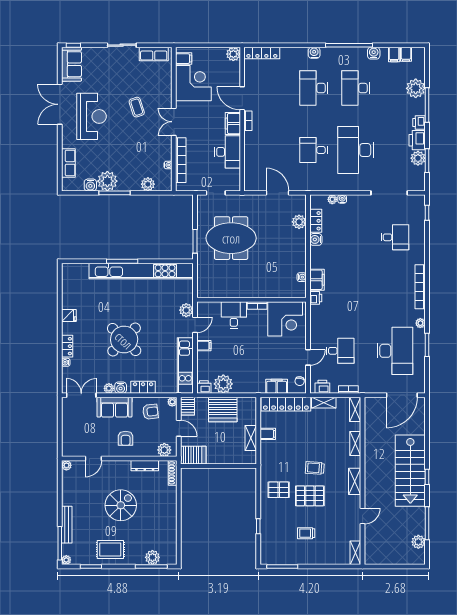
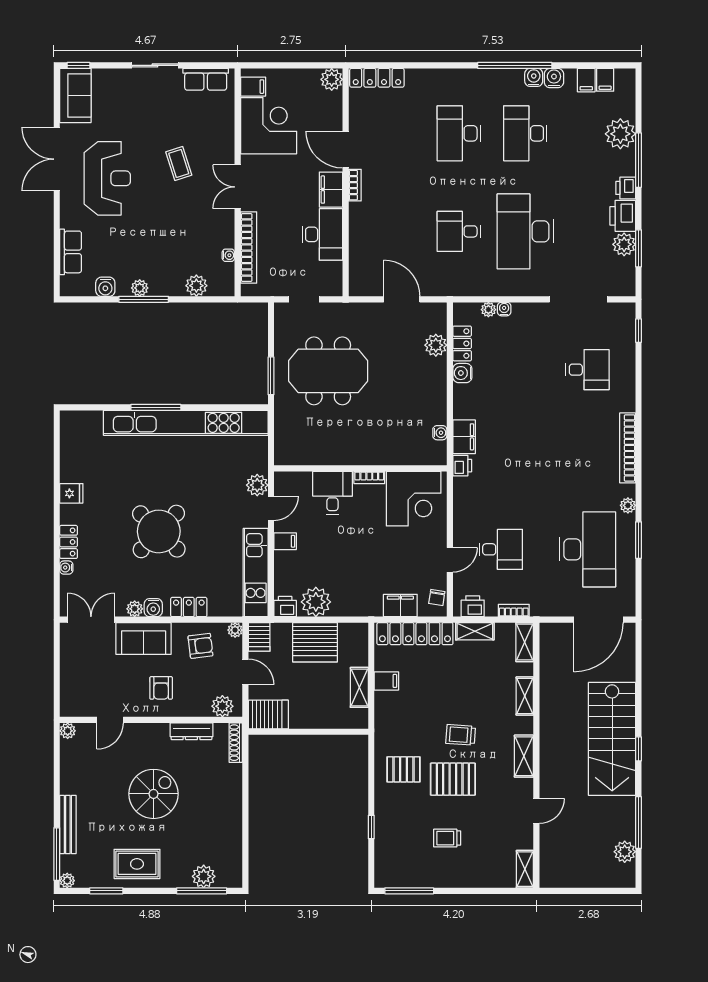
water cooler: (314, 53) -> (534, 77), moved
plant: (107, 181) -> (140, 288), width x0.53, depth x0.53

